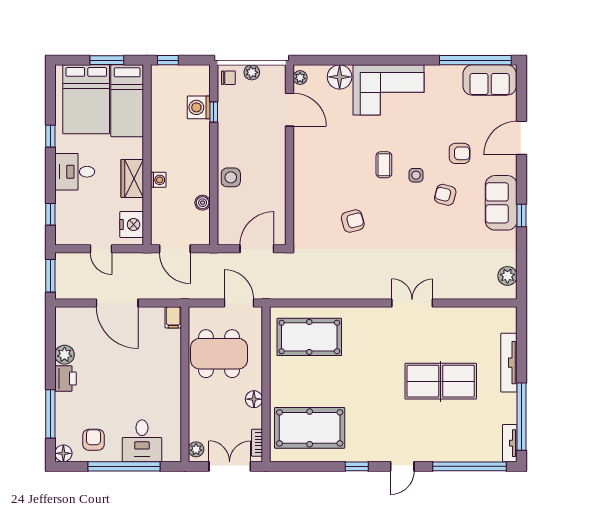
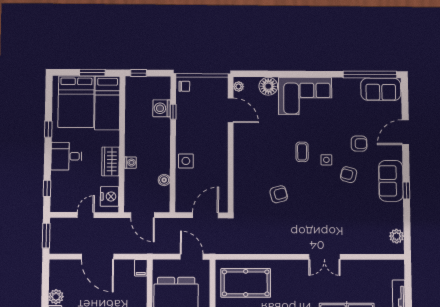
plant: (252, 72) -> (202, 82), removed
door: (101, 249) -> (86, 215), swing flipped
double door: (412, 303) -> (324, 257), swing flipped

